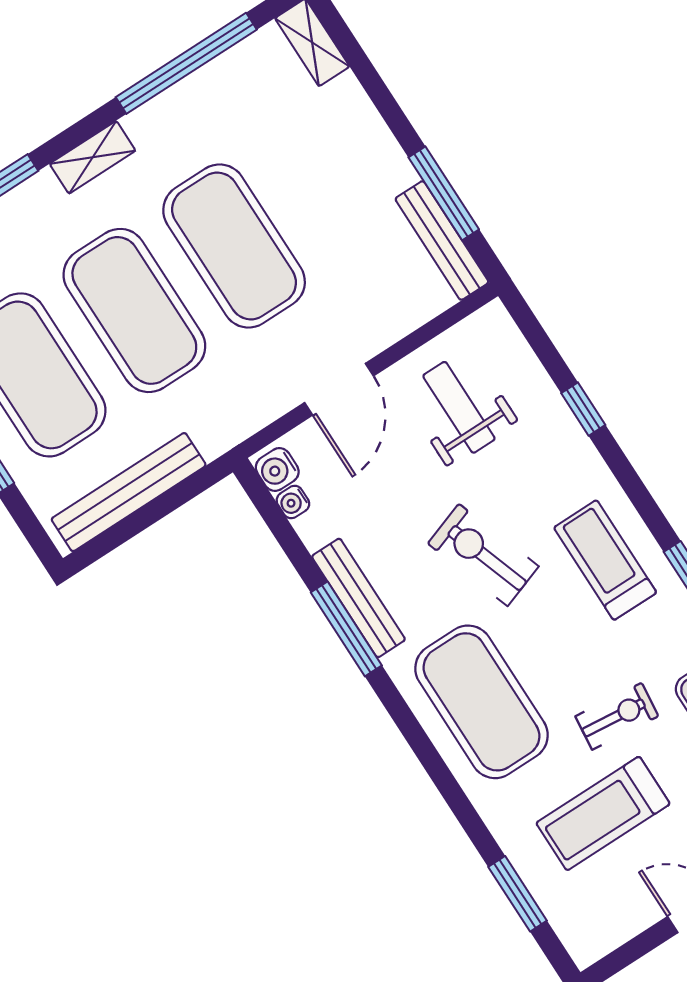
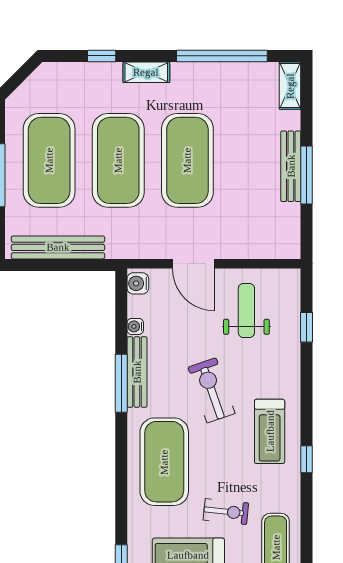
window: (444, 193) -> (307, 175), moved
bench: (442, 241) -> (291, 166), moved
door: (339, 389) -> (193, 264), hinge flipped
window: (583, 409) -> (307, 327), moved
water cooler: (293, 502) -> (135, 326), moved
treadmill: (605, 560) -> (270, 431), turned 180

